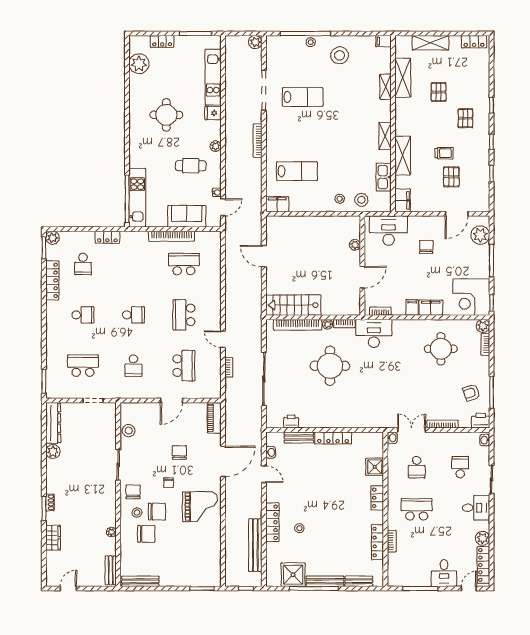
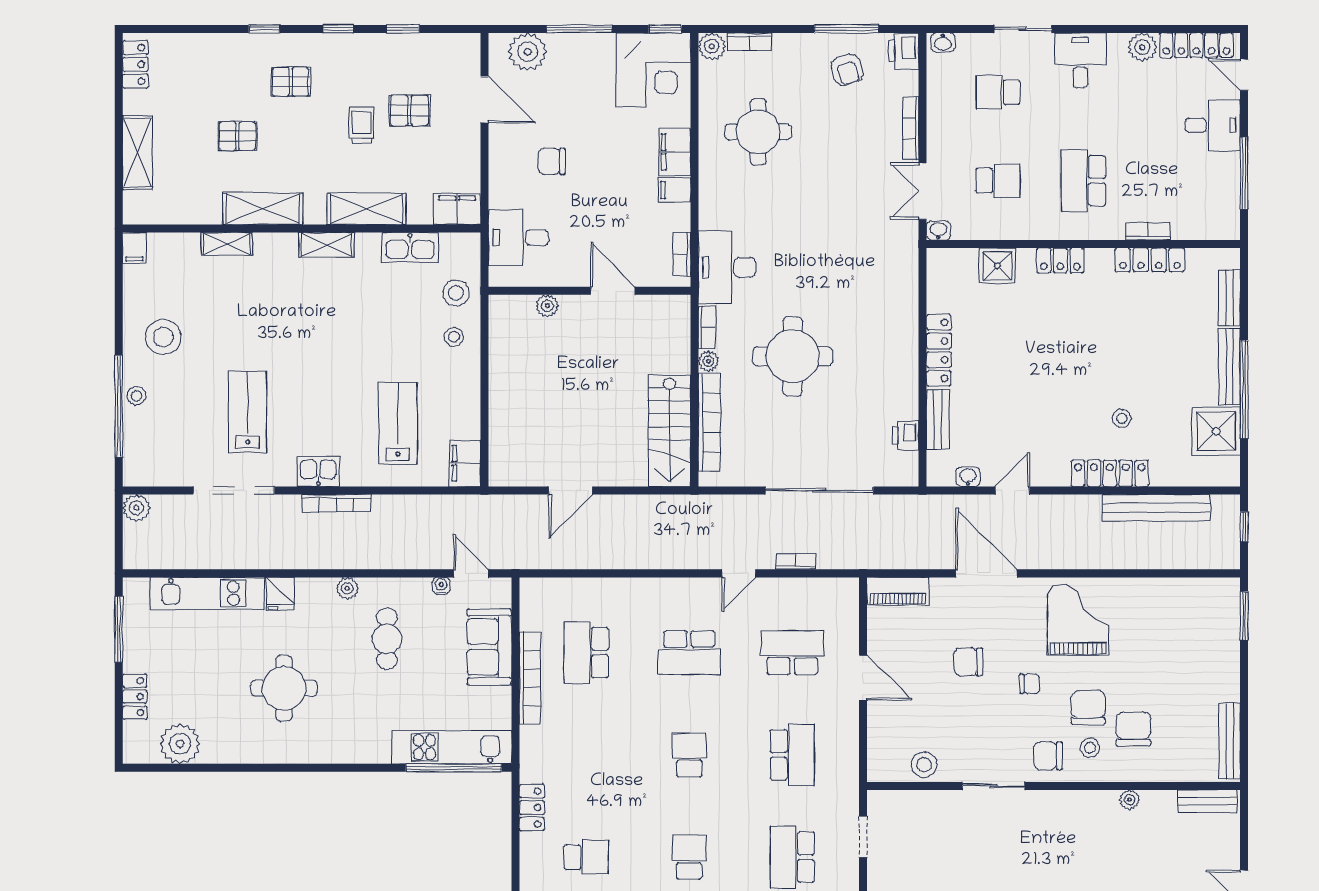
shelving: (403, 78) -> (263, 209), moved
kitchen sink: (273, 132) -> (318, 471), added
desk: (389, 231) -> (518, 238), width x0.73
school desk: (133, 366) -> (792, 755), width x1.85

